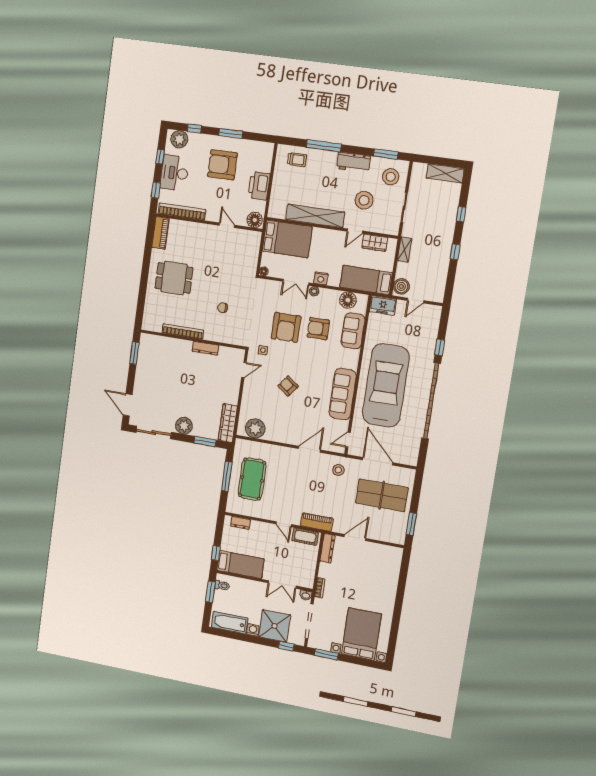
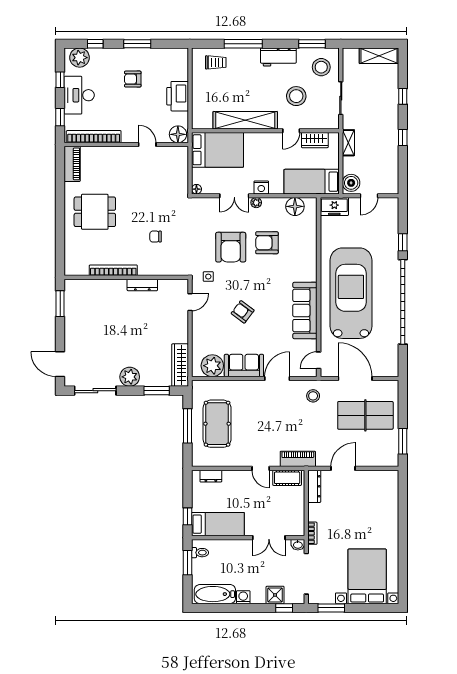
armchair: (222, 165) -> (133, 79), width x0.53, depth x0.53
sofa: (353, 331) -> (244, 366), moved, turned 90
shower: (275, 626) -> (275, 595), width x0.54, depth x0.54

